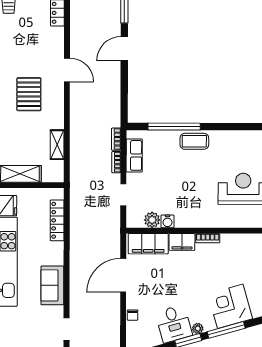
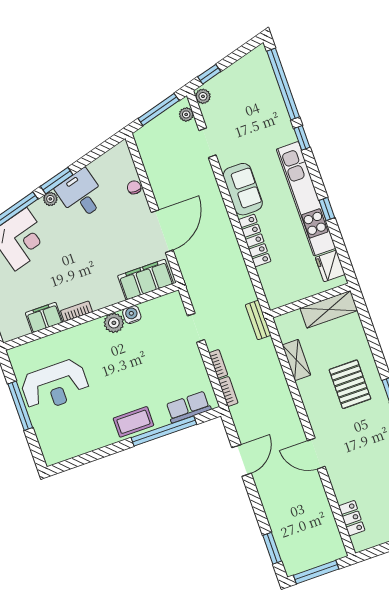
door: (124, 49) -> (241, 460), moved
pallet: (29, 94) -> (350, 384), moved
row of seats: (134, 155) -> (188, 407), moved, turned 90
bench: (75, 184) -> (258, 320), added
locker: (57, 220) -> (255, 240), moved
plant: (152, 220) -> (114, 323), moved
filing cabinet: (182, 242) -> (44, 318), moved

